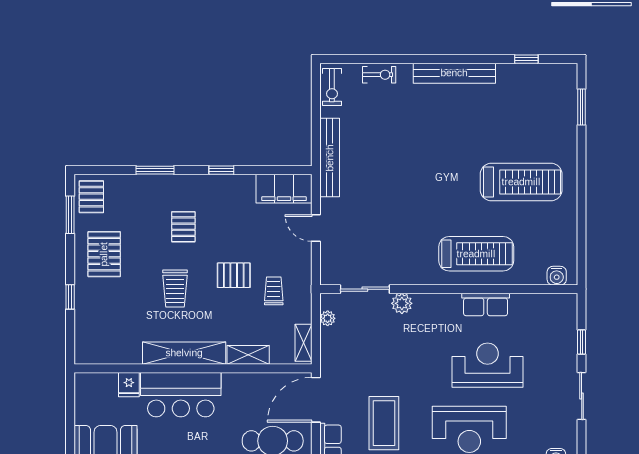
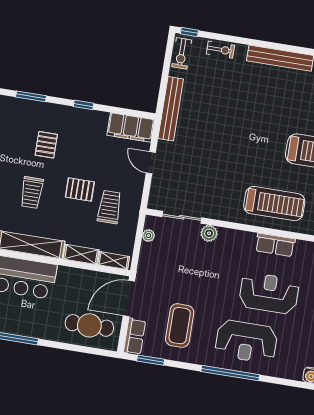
window: (337, 59) -> (189, 32), added
trolley: (274, 291) -> (109, 207), width x1.36, depth x1.39
shelving: (304, 343) -> (114, 261), moved, turned 90

